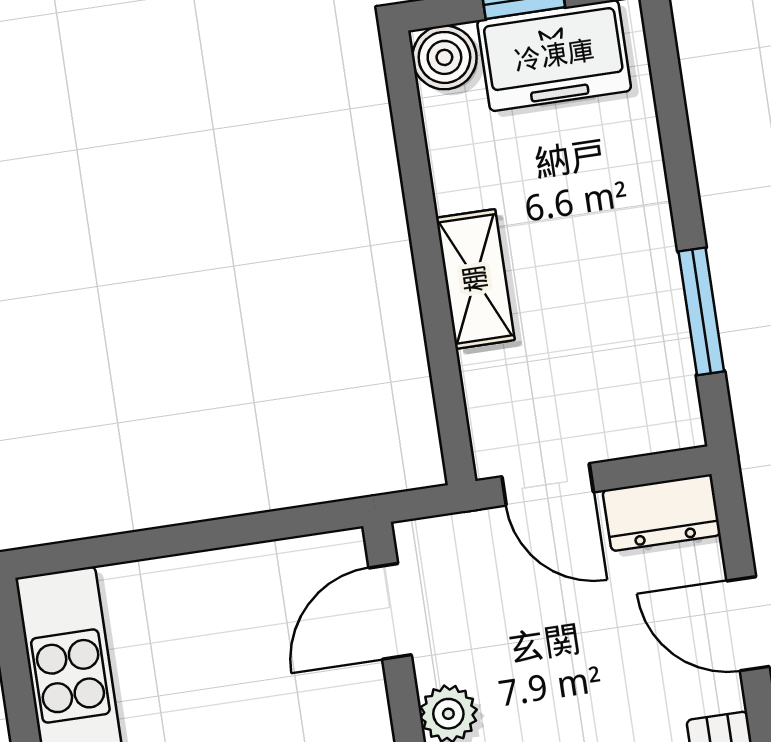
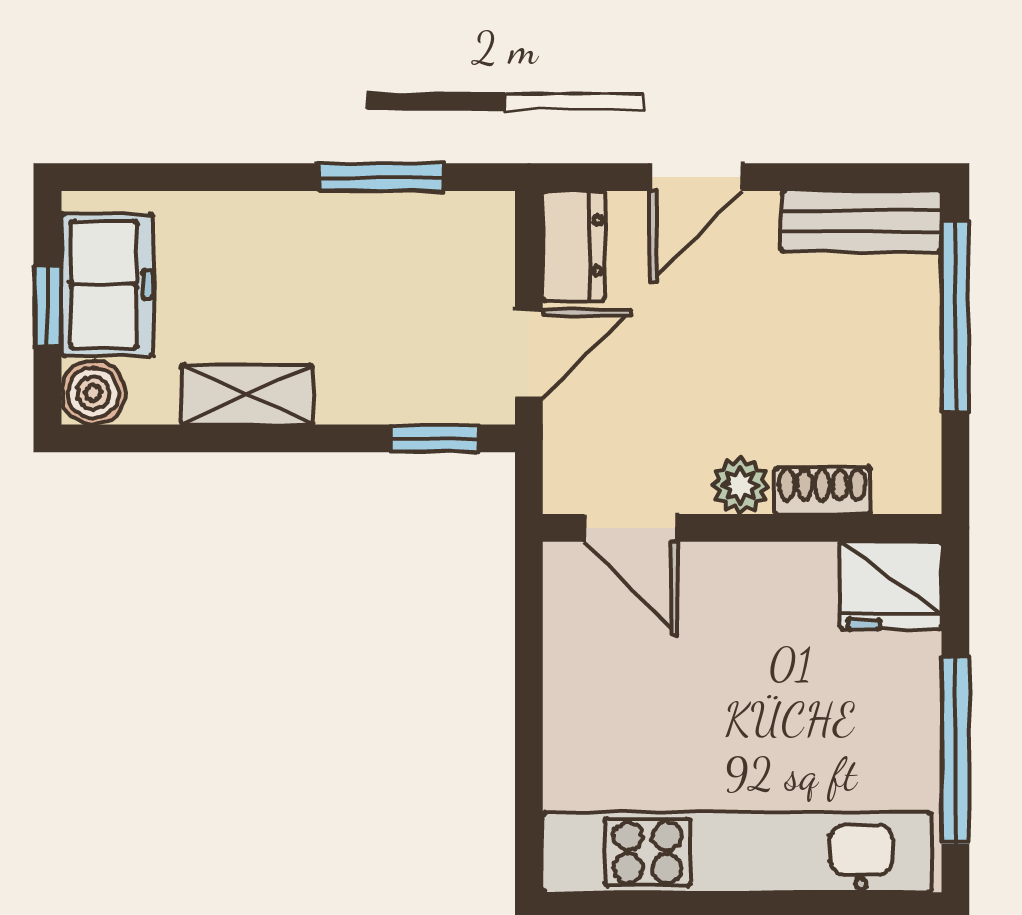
shelving: (475, 279) -> (247, 395), moved
window: (450, 403) -> (435, 438), added

